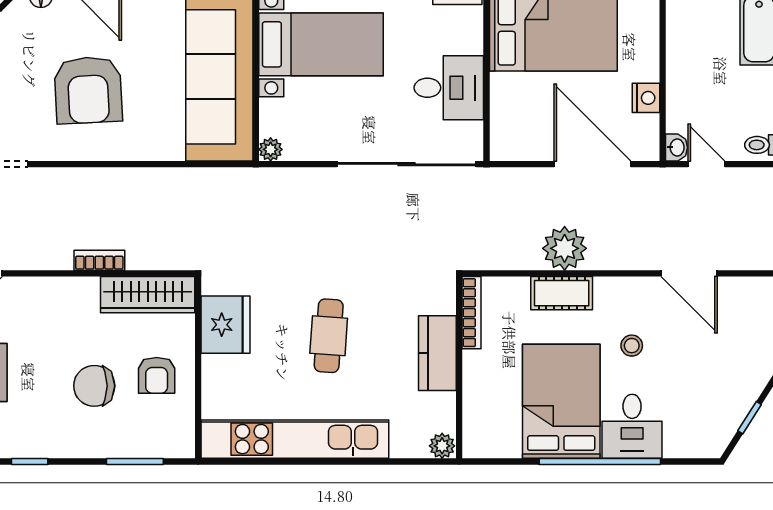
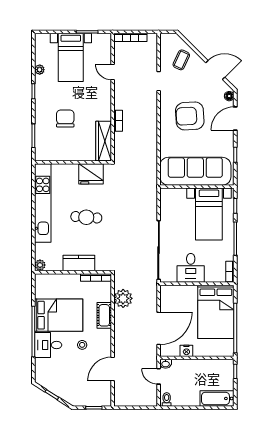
plant: (271, 149) -> (165, 193), removed
door: (706, 164) -> (159, 376), swing flipped
plant: (565, 248) -> (123, 298), moved
armchair: (157, 375) -> (70, 145), removed

